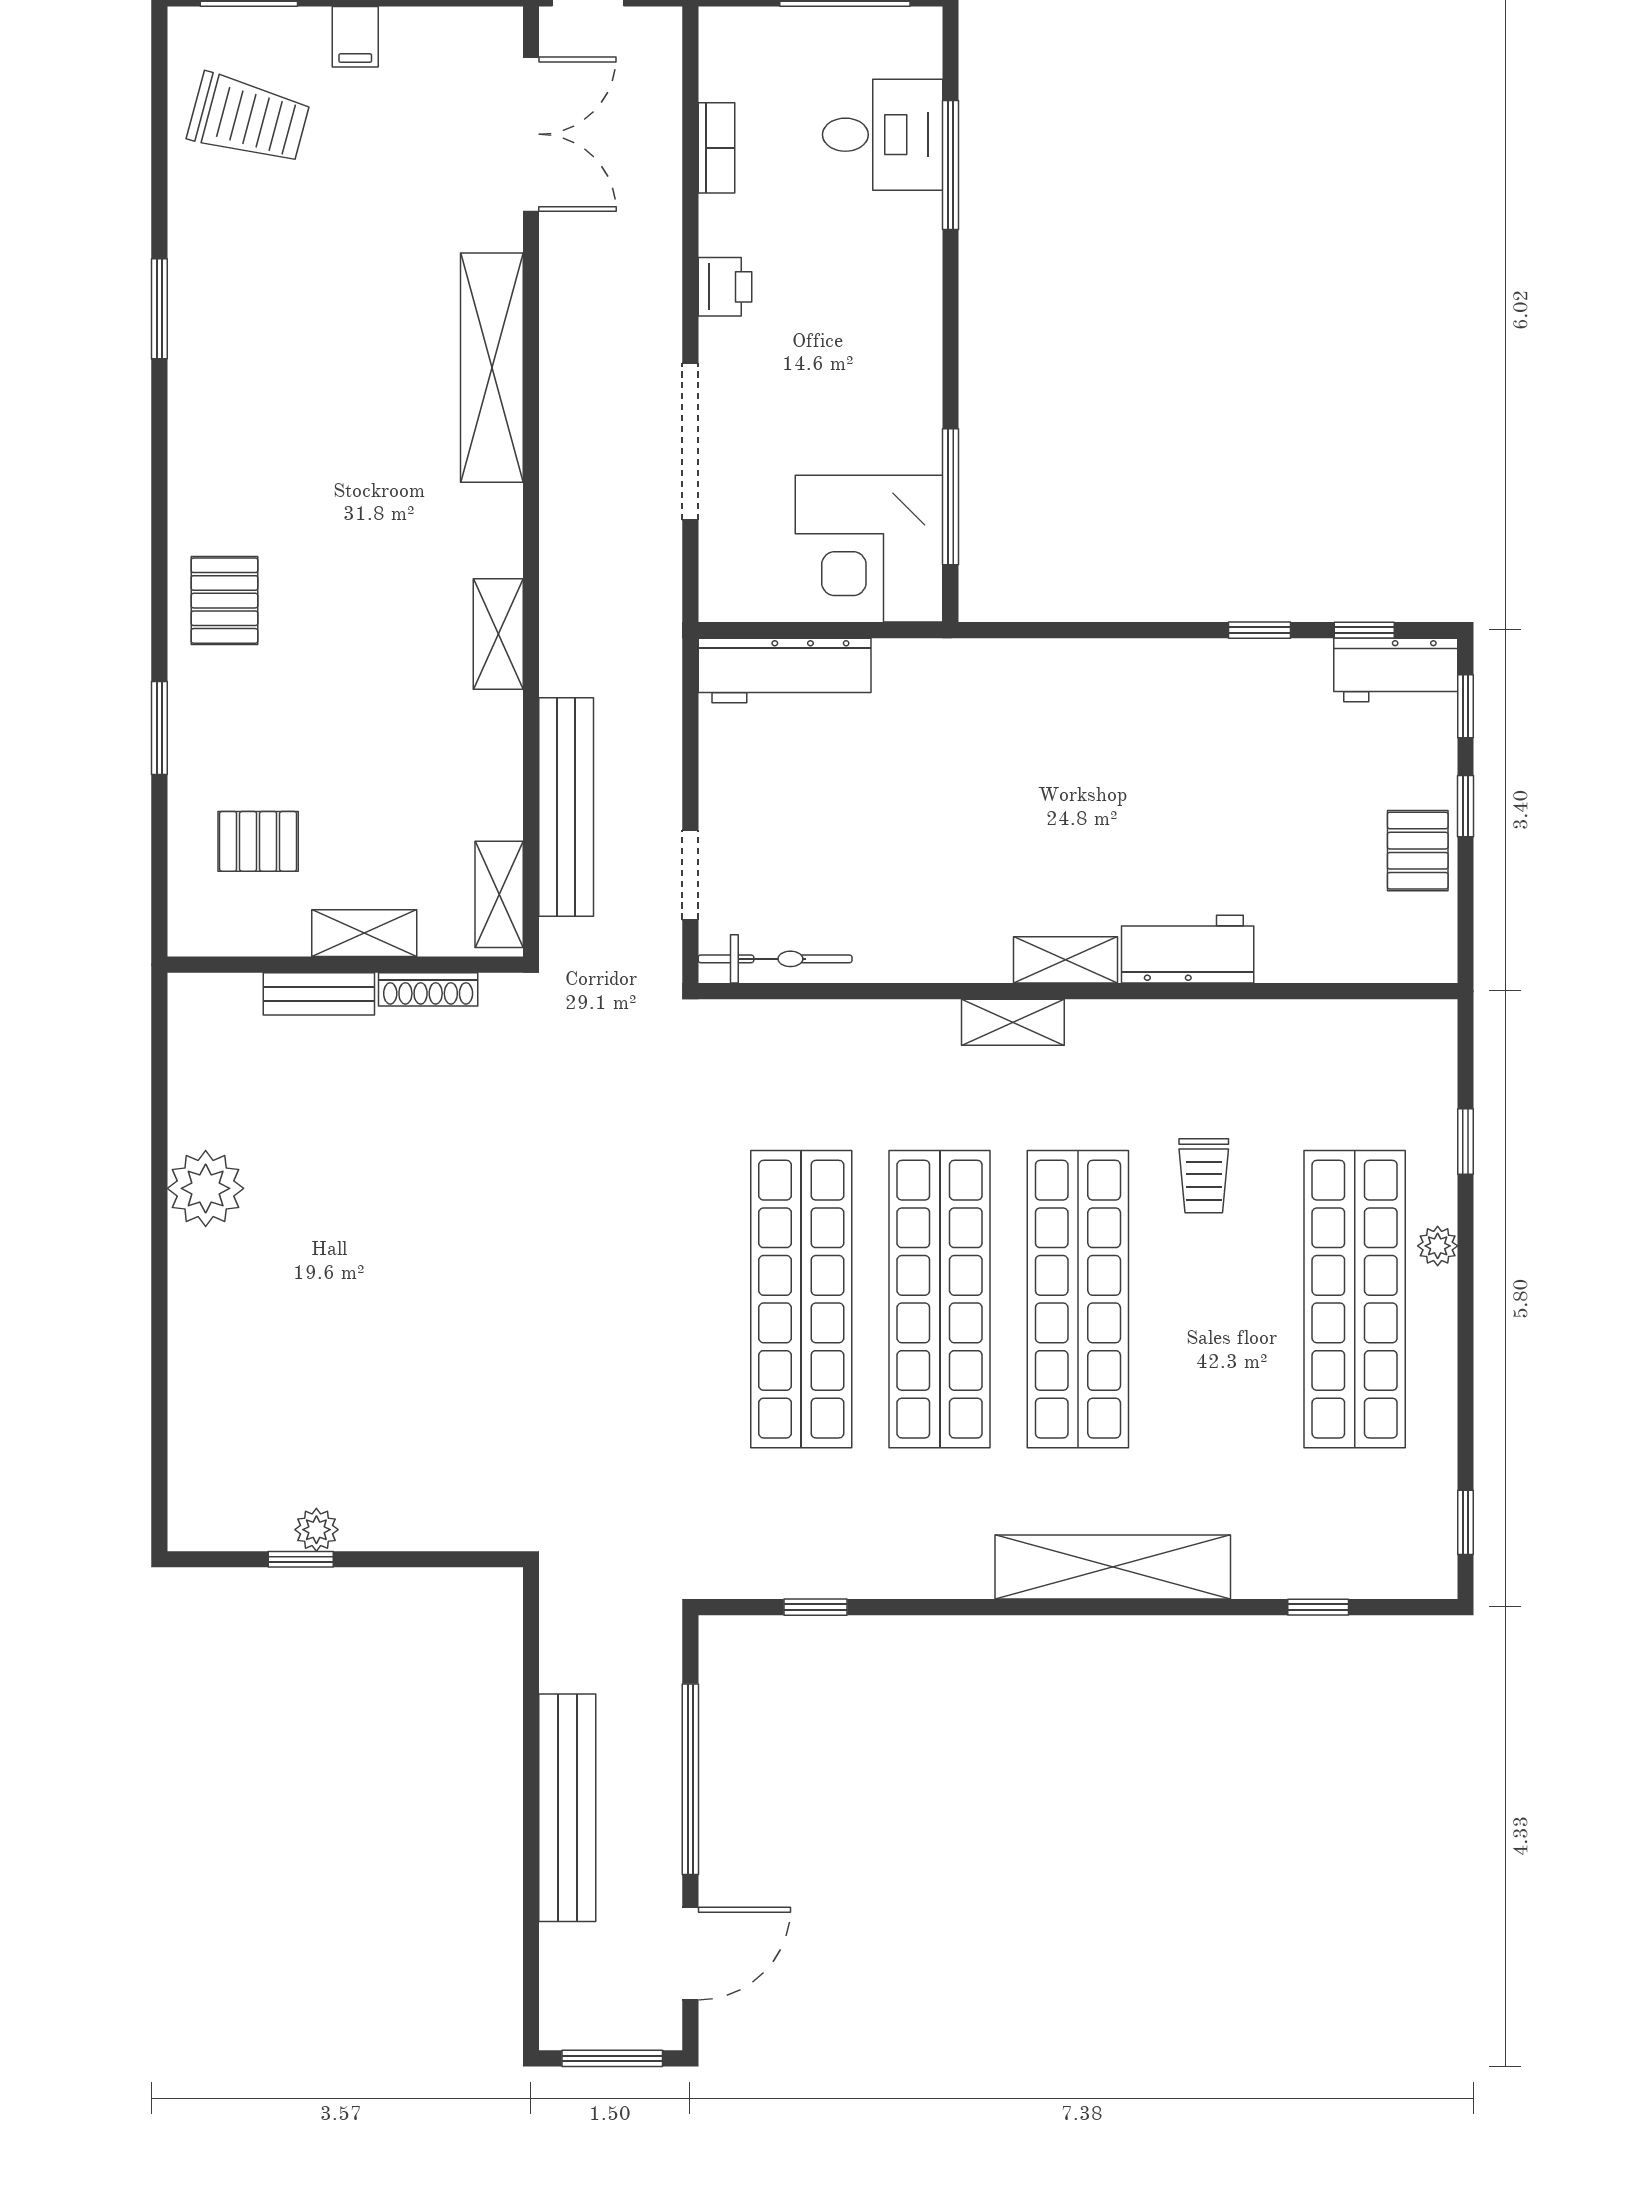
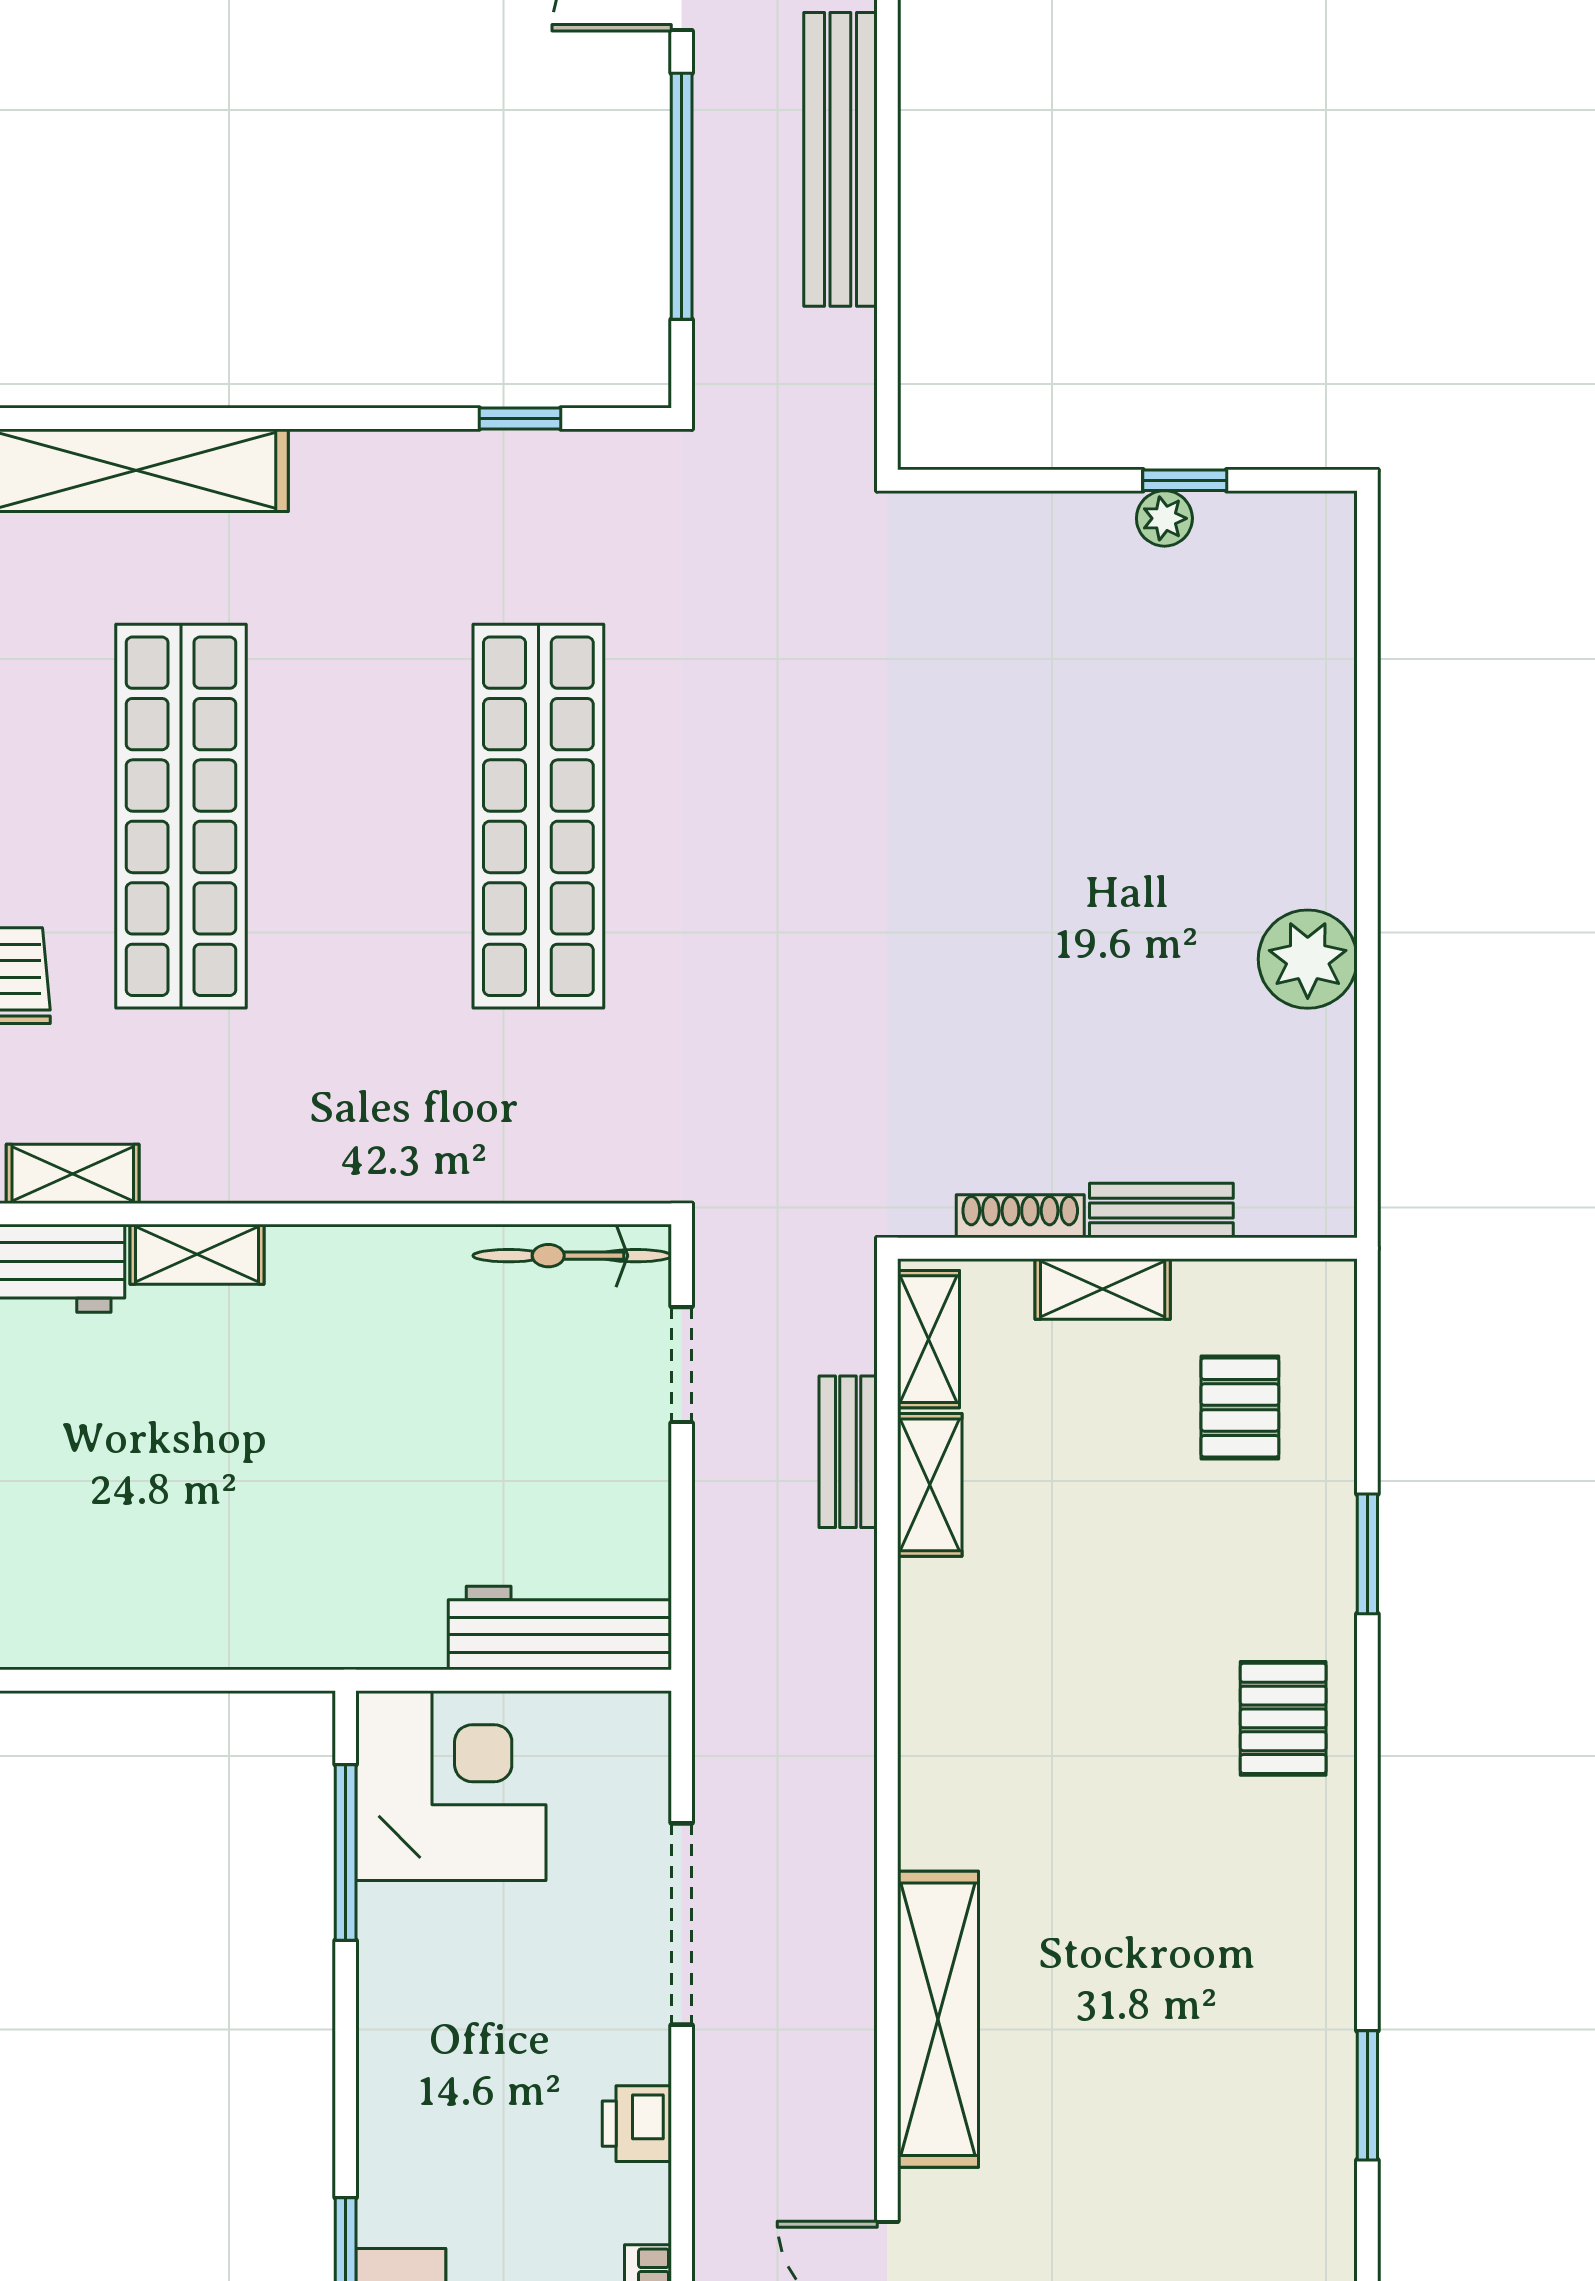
shelving: (498, 634) -> (930, 1485), moved
bench: (566, 807) -> (848, 1452), width x0.54, depth x0.82
pallet: (258, 841) -> (1240, 1408), turned 90
shelving: (1013, 1022) -> (73, 1174), moved
shop shelf: (940, 1299) -> (360, 816), removed

